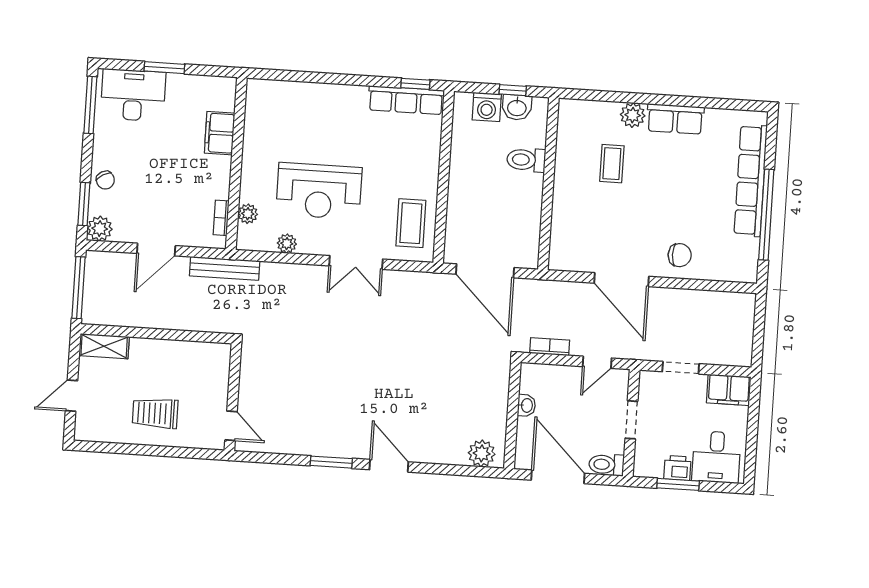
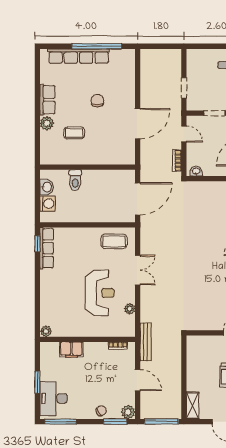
window: (513, 90) -> (37, 190), removed
plant: (248, 214) -> (46, 331), moved
chair: (680, 255) -> (97, 101), moved
filing cabinet: (729, 390) -> (194, 61), removed
washbasin: (526, 405) -> (196, 171), moved

